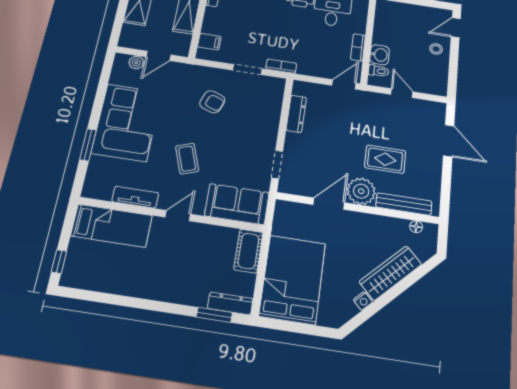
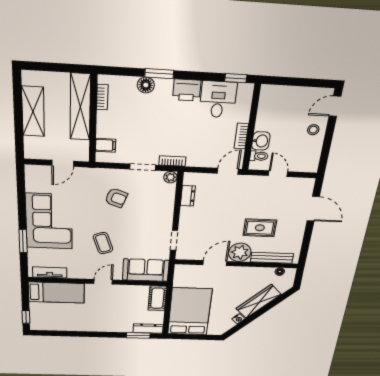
plant: (136, 62) -> (170, 177), moved
dresser: (296, 114) -> (188, 196), width x0.70
tv unit: (135, 197) -> (50, 272), moved

